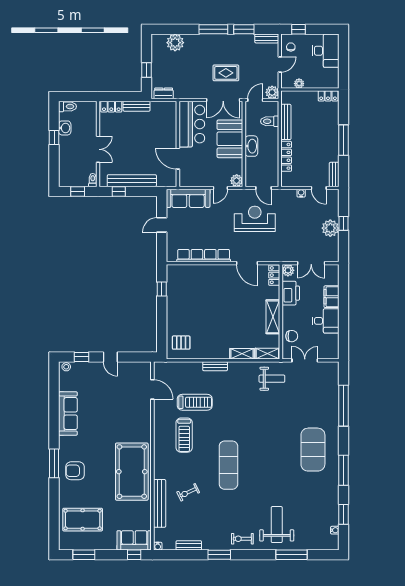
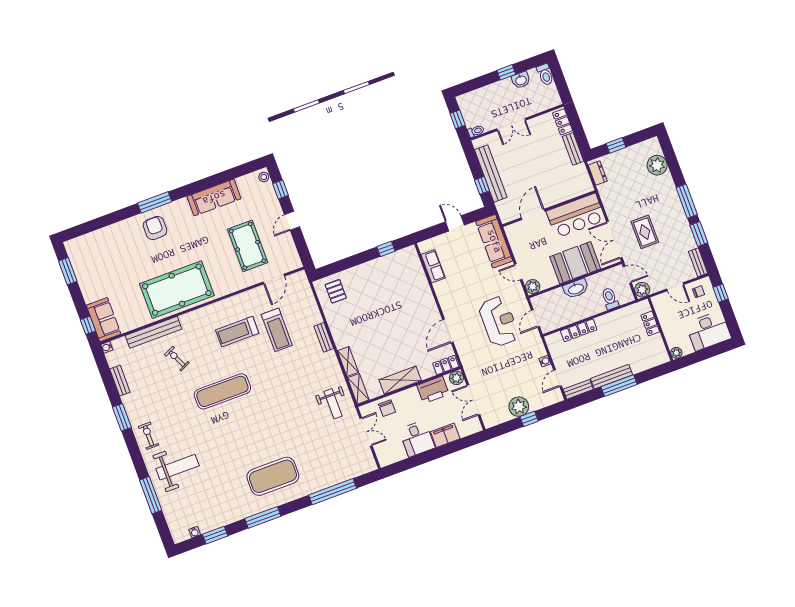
plant: (299, 84) -> (676, 353), moved
locker: (328, 96) -> (650, 323), moved
bench: (286, 122) -> (612, 377), moved
window: (119, 191) -> (482, 185), moved
row of seats: (204, 256) -> (433, 266), width x0.50
pool table: (83, 520) -> (248, 246), moved

